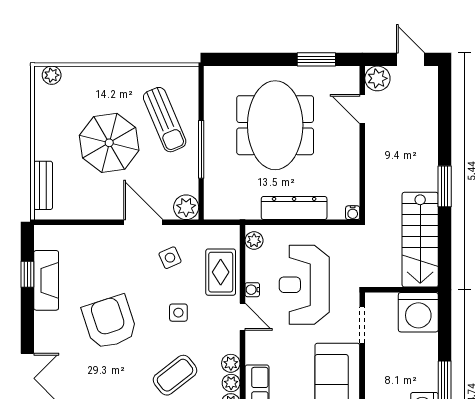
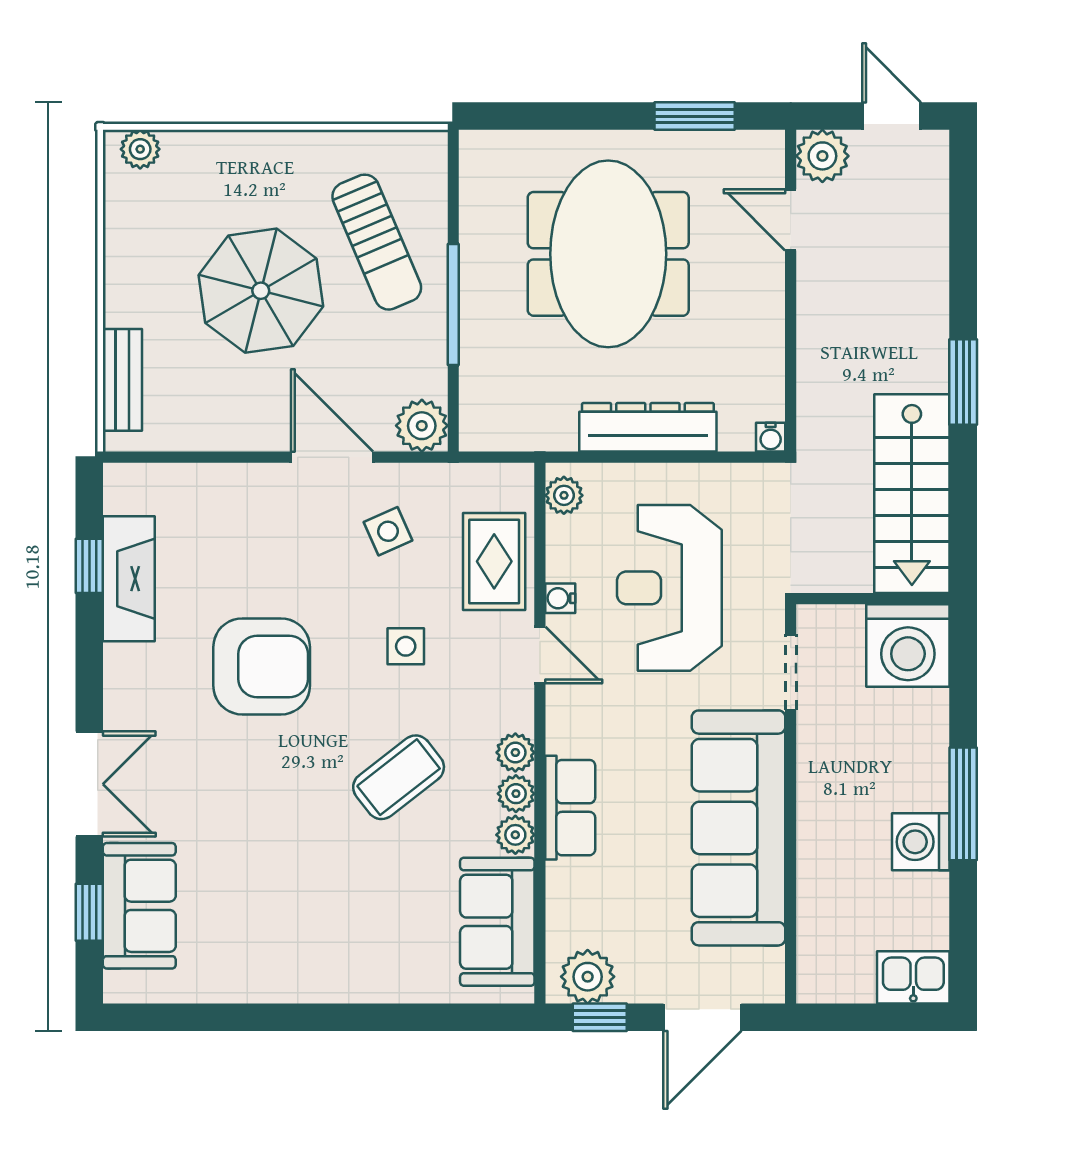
armchair: (110, 322) -> (262, 666), turned 108

